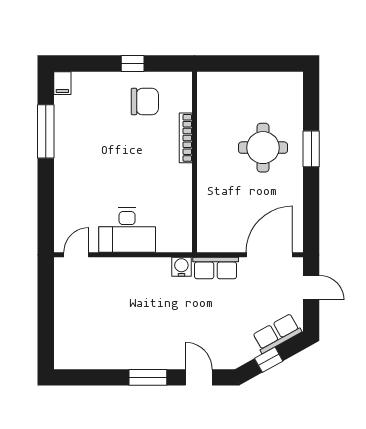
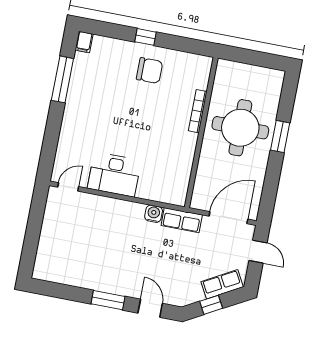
bookcase: (186, 138) -> (198, 111), moved
round table: (263, 148) -> (240, 128), width x1.36, depth x1.36
wall: (195, 162) -> (201, 133), moved

